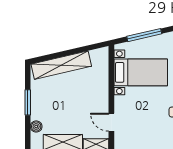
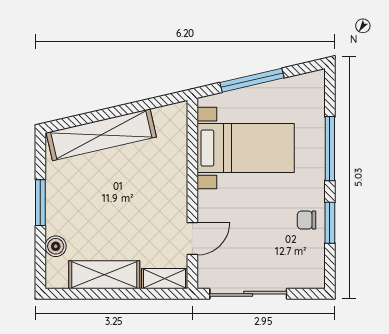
door: (111, 122) -> (192, 239), swing flipped

